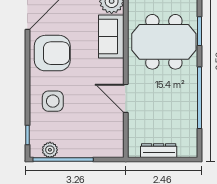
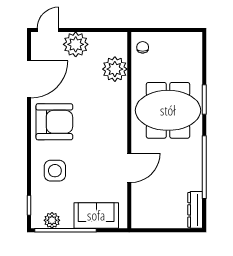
sofa: (111, 36) -> (96, 215), moved, turned 90
door: (126, 98) -> (129, 168), swing flipped
dresser: (159, 151) -> (195, 210), moved, turned -90

